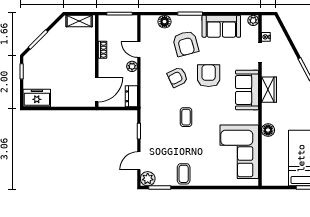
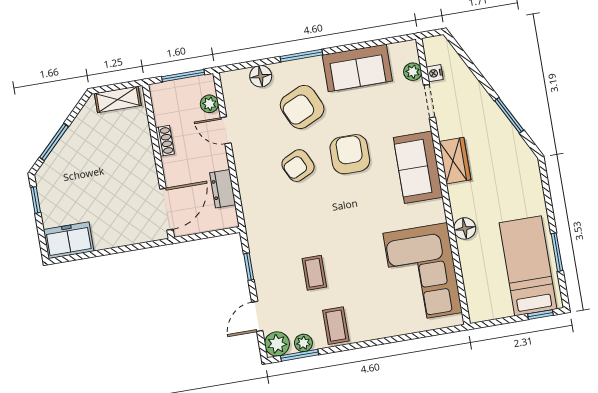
plant: (253, 20) -> (413, 72), moved
armchair: (186, 44) -> (302, 107), turned 80
plant: (132, 66) -> (209, 104), moved
dresser: (131, 96) -> (223, 189), moved
coffee table: (186, 117) -> (314, 273), moved
plant: (163, 181) -> (303, 343), added

